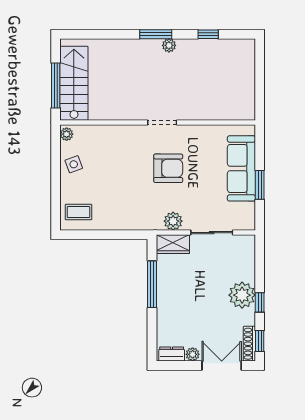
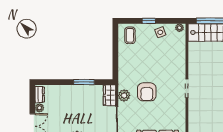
armchair: (168, 168) -> (147, 92), moved
window: (56, 182) -> (149, 21), added
window: (152, 284) -> (84, 82), width x0.69

